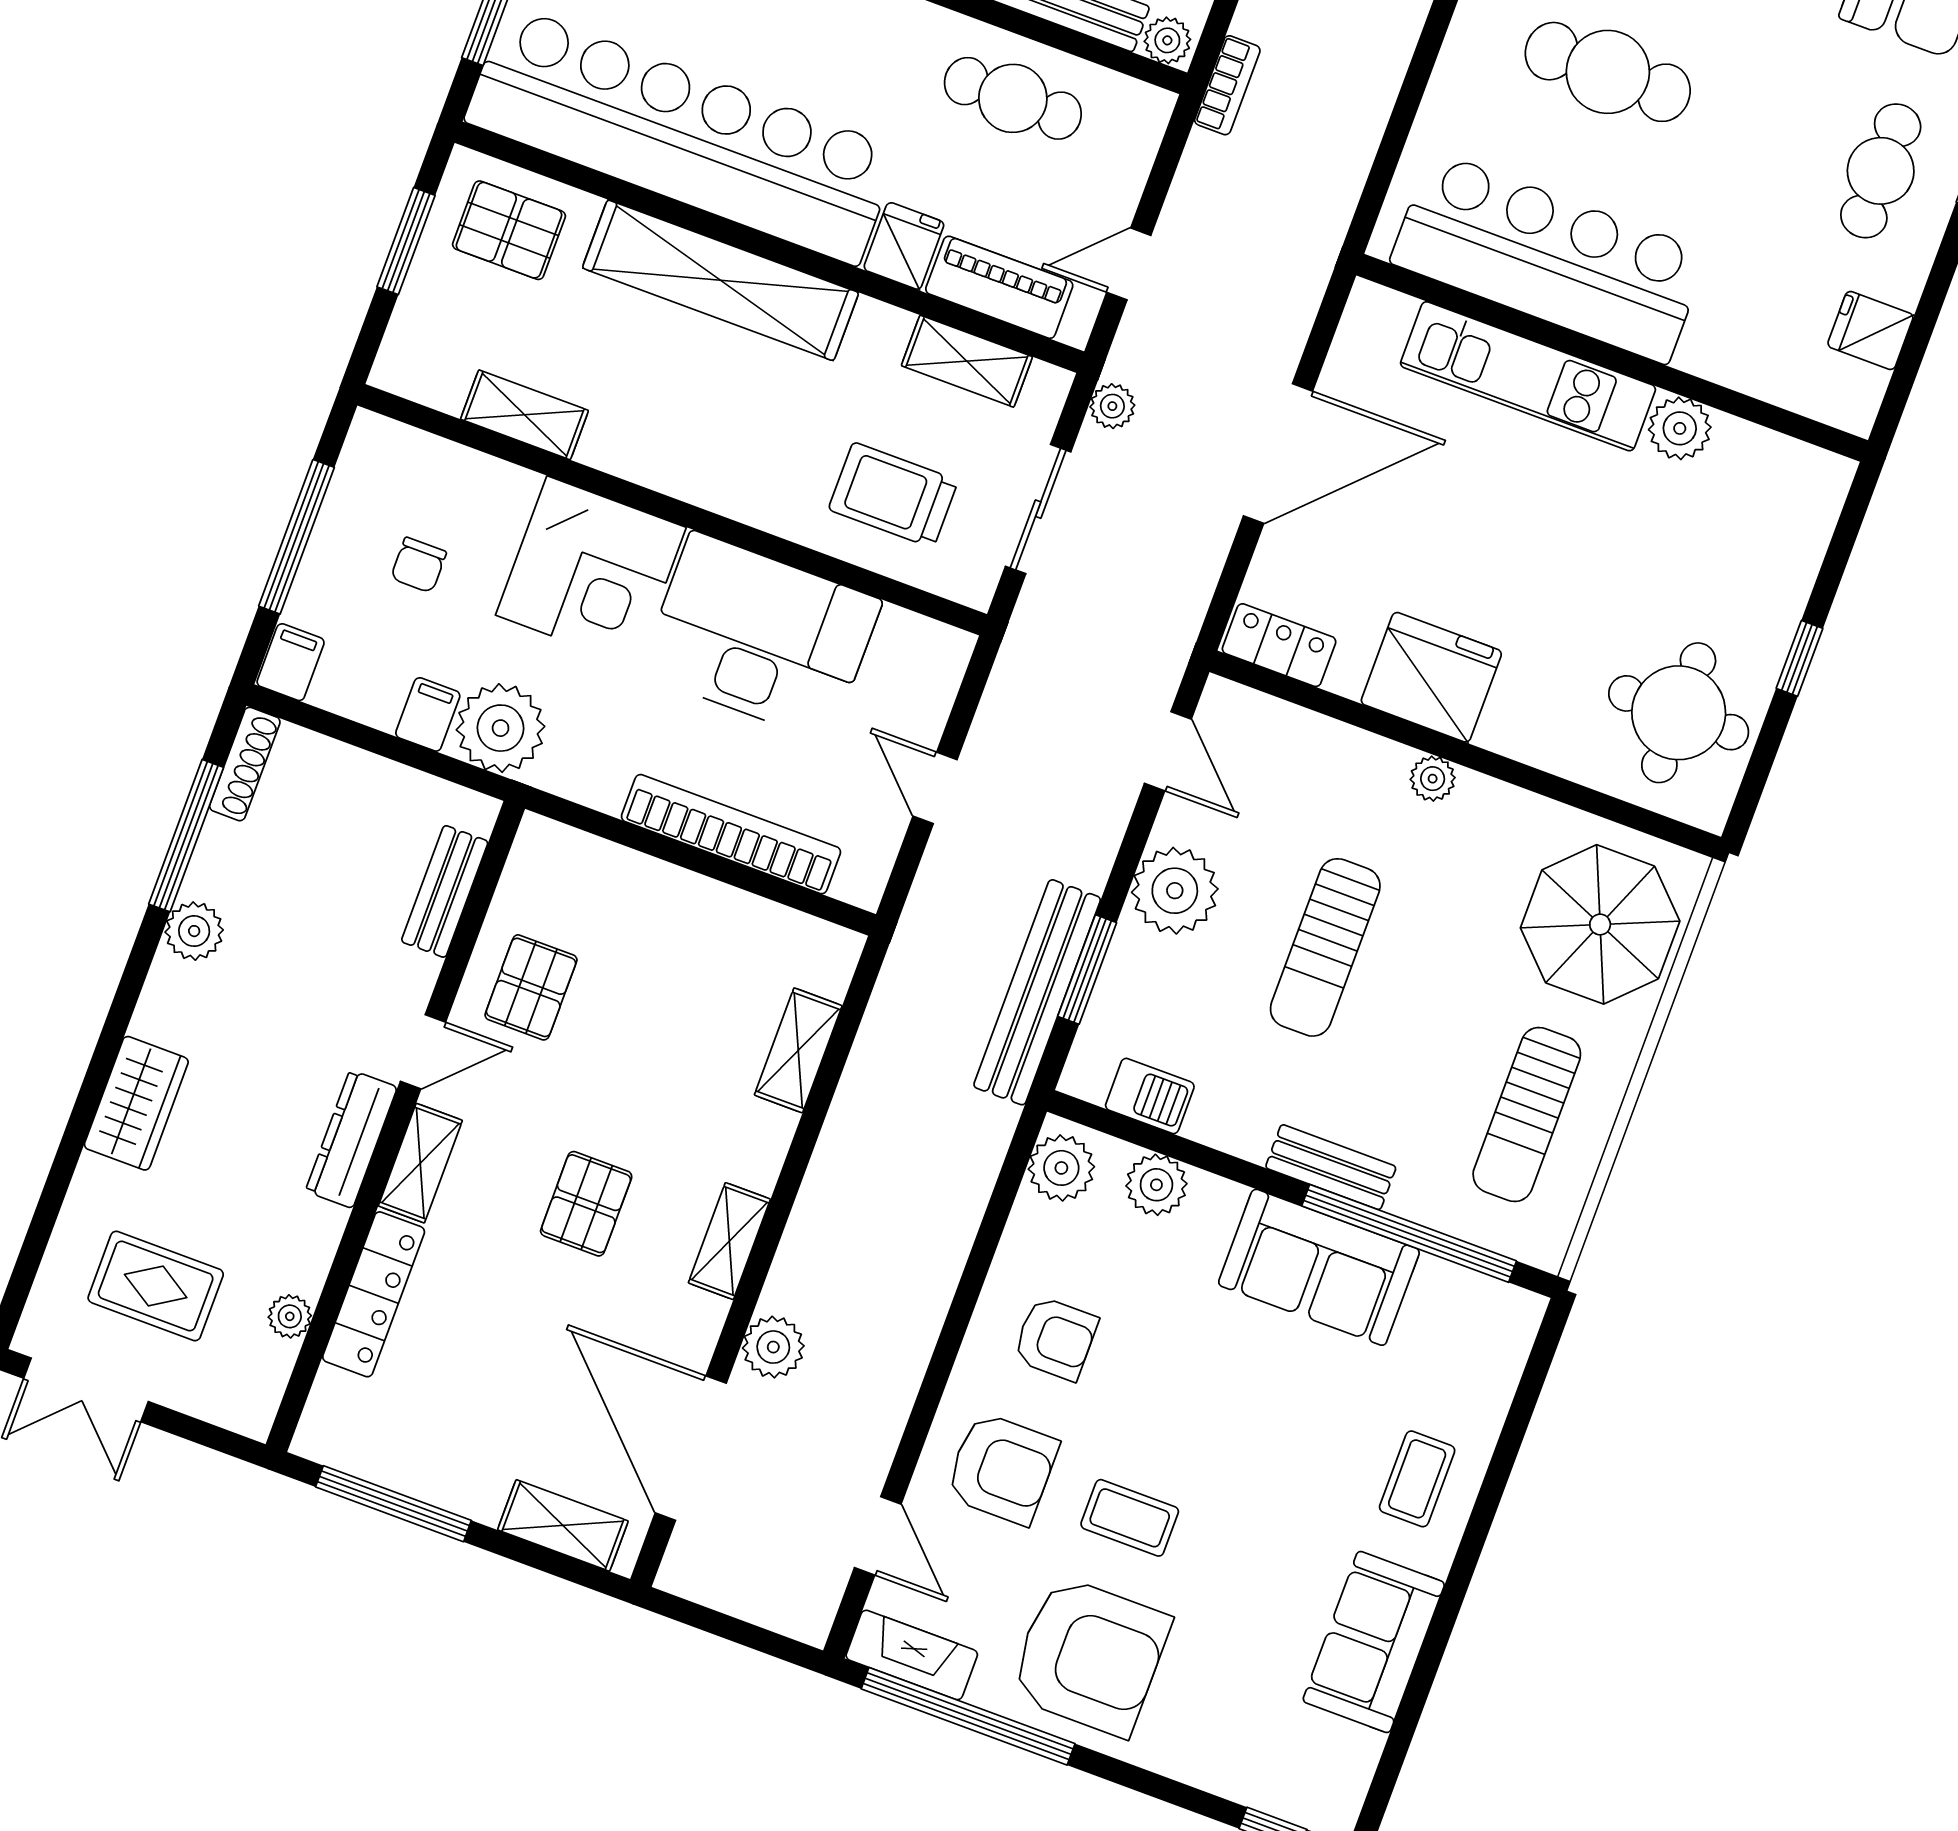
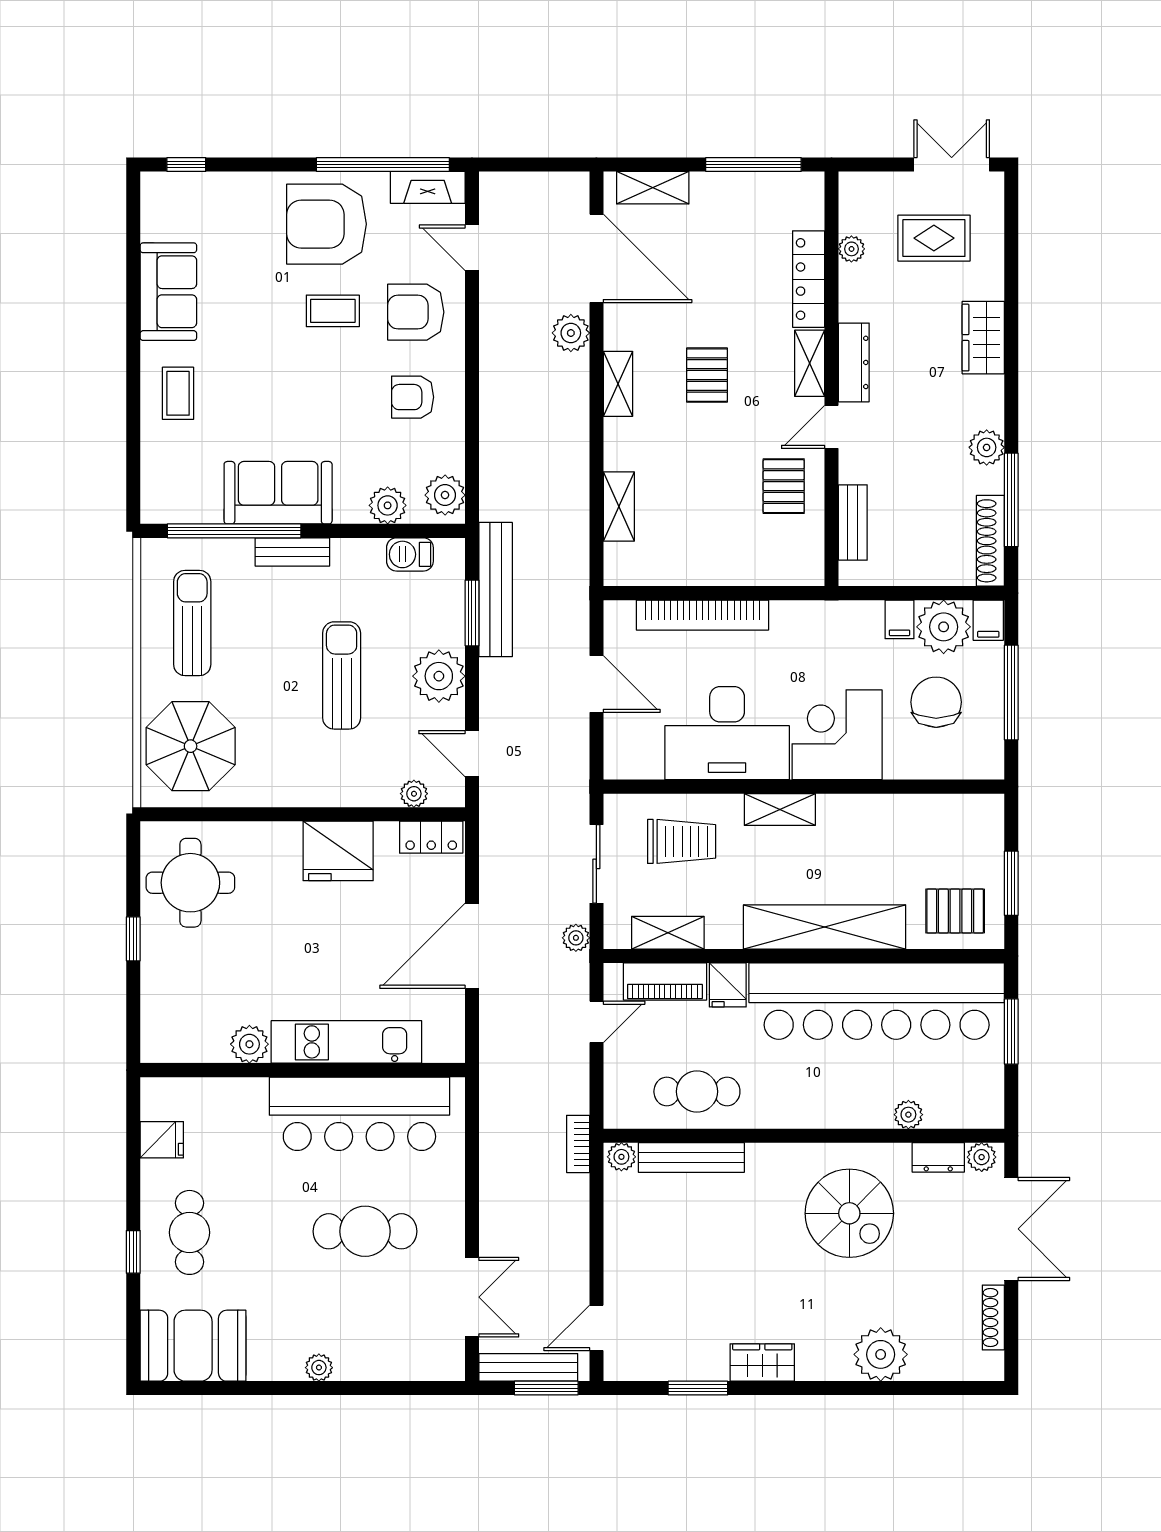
shelving: (524, 415) -> (780, 810), moved
chair: (419, 565) -> (936, 702), width x1.87, depth x1.87
plant: (501, 728) -> (944, 627), moved
shoe rack: (245, 764) -> (990, 541), width x1.36, depth x1.24
plant: (1433, 779) -> (414, 794), moved
door: (935, 788) -> (596, 684), width x1.38

